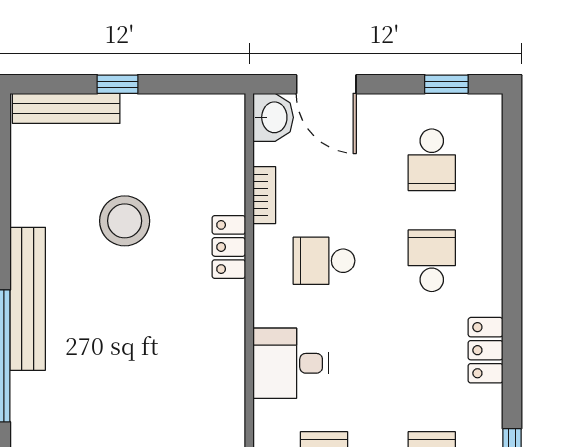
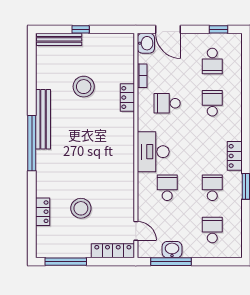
locker: (485, 350) -> (235, 156), moved
desk: (291, 363) -> (153, 152), width x1.37

